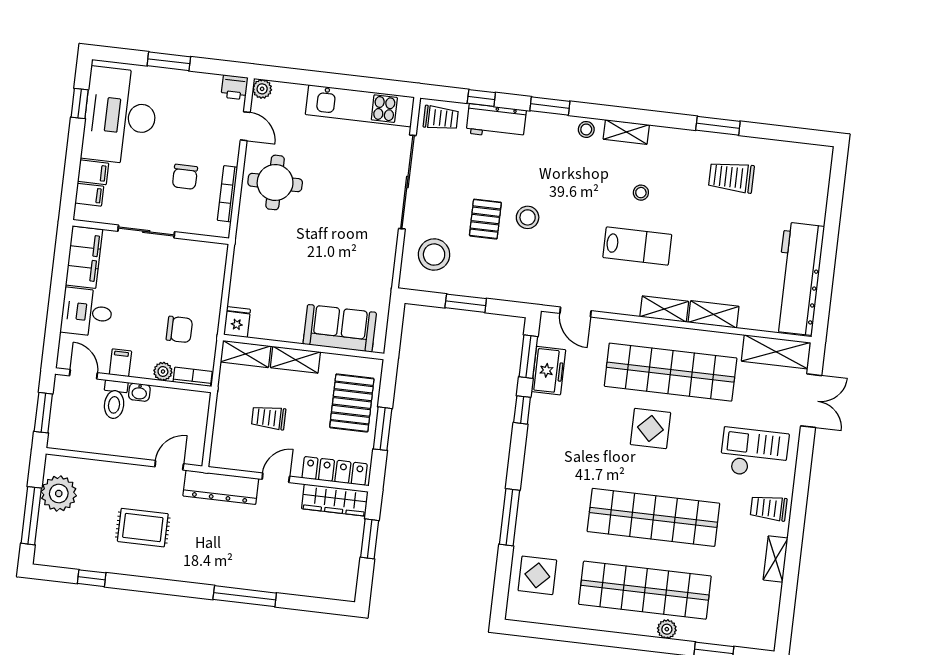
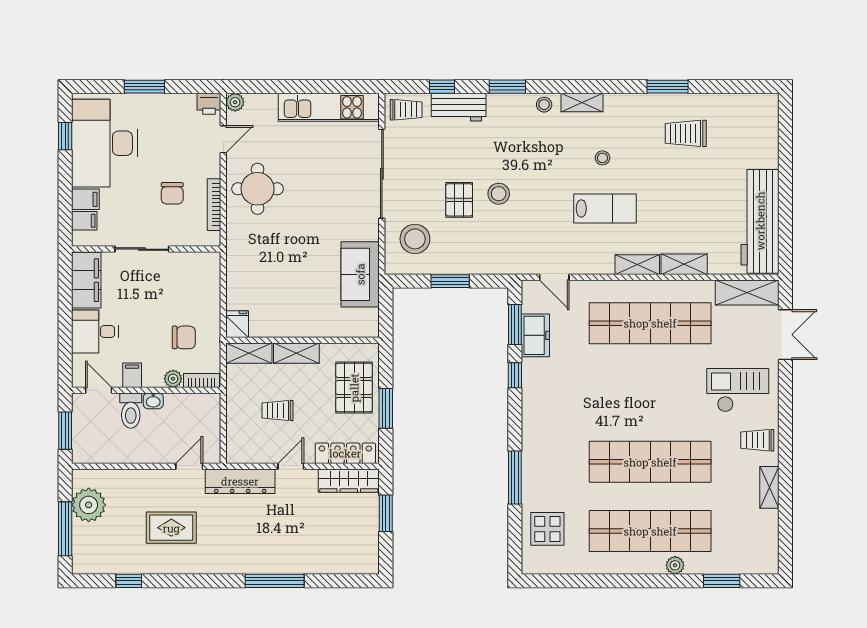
door: (245, 126) -> (223, 139), hinge flipped
sofa: (340, 328) -> (360, 274), moved, turned -90
display table: (650, 428) -> (637, 378), removed

